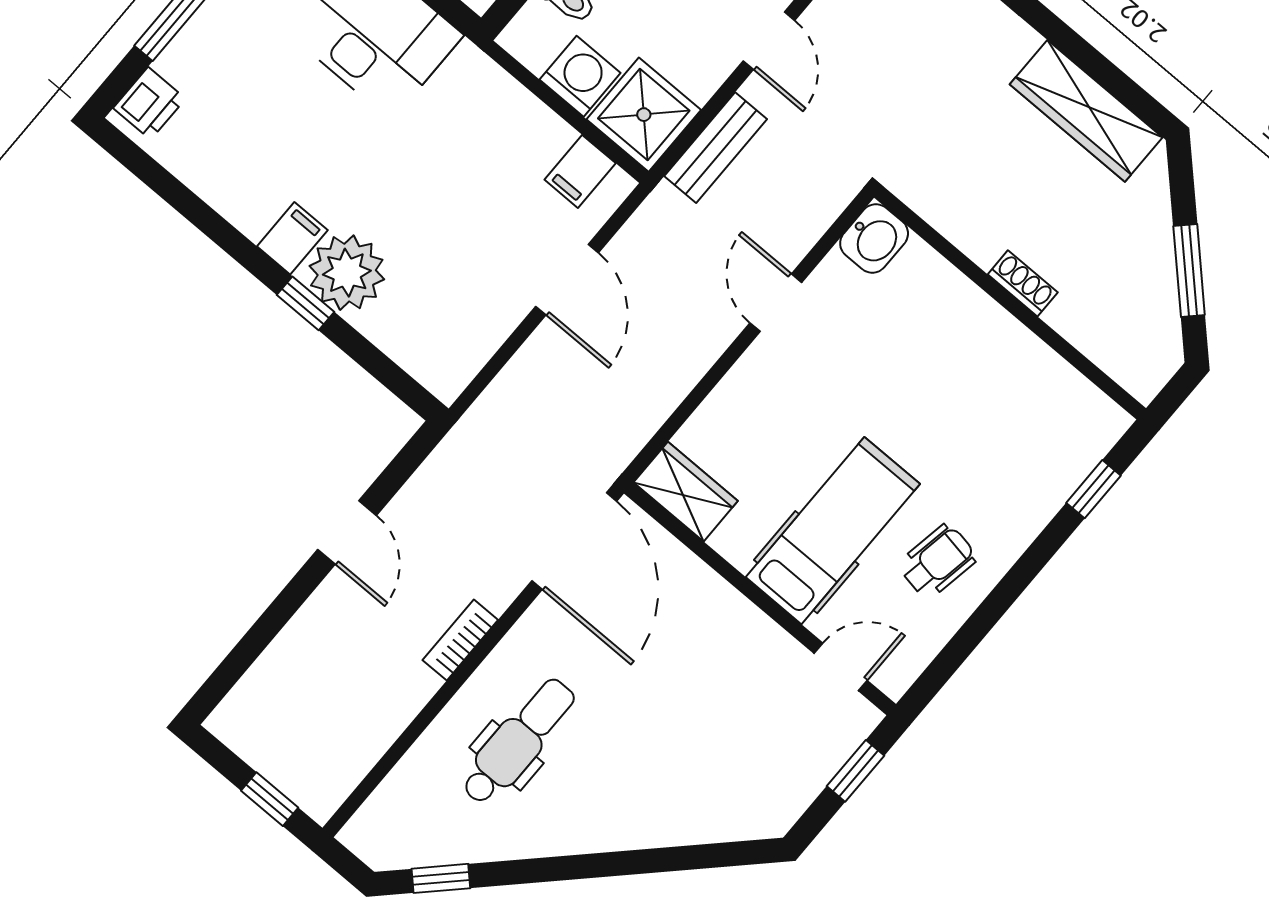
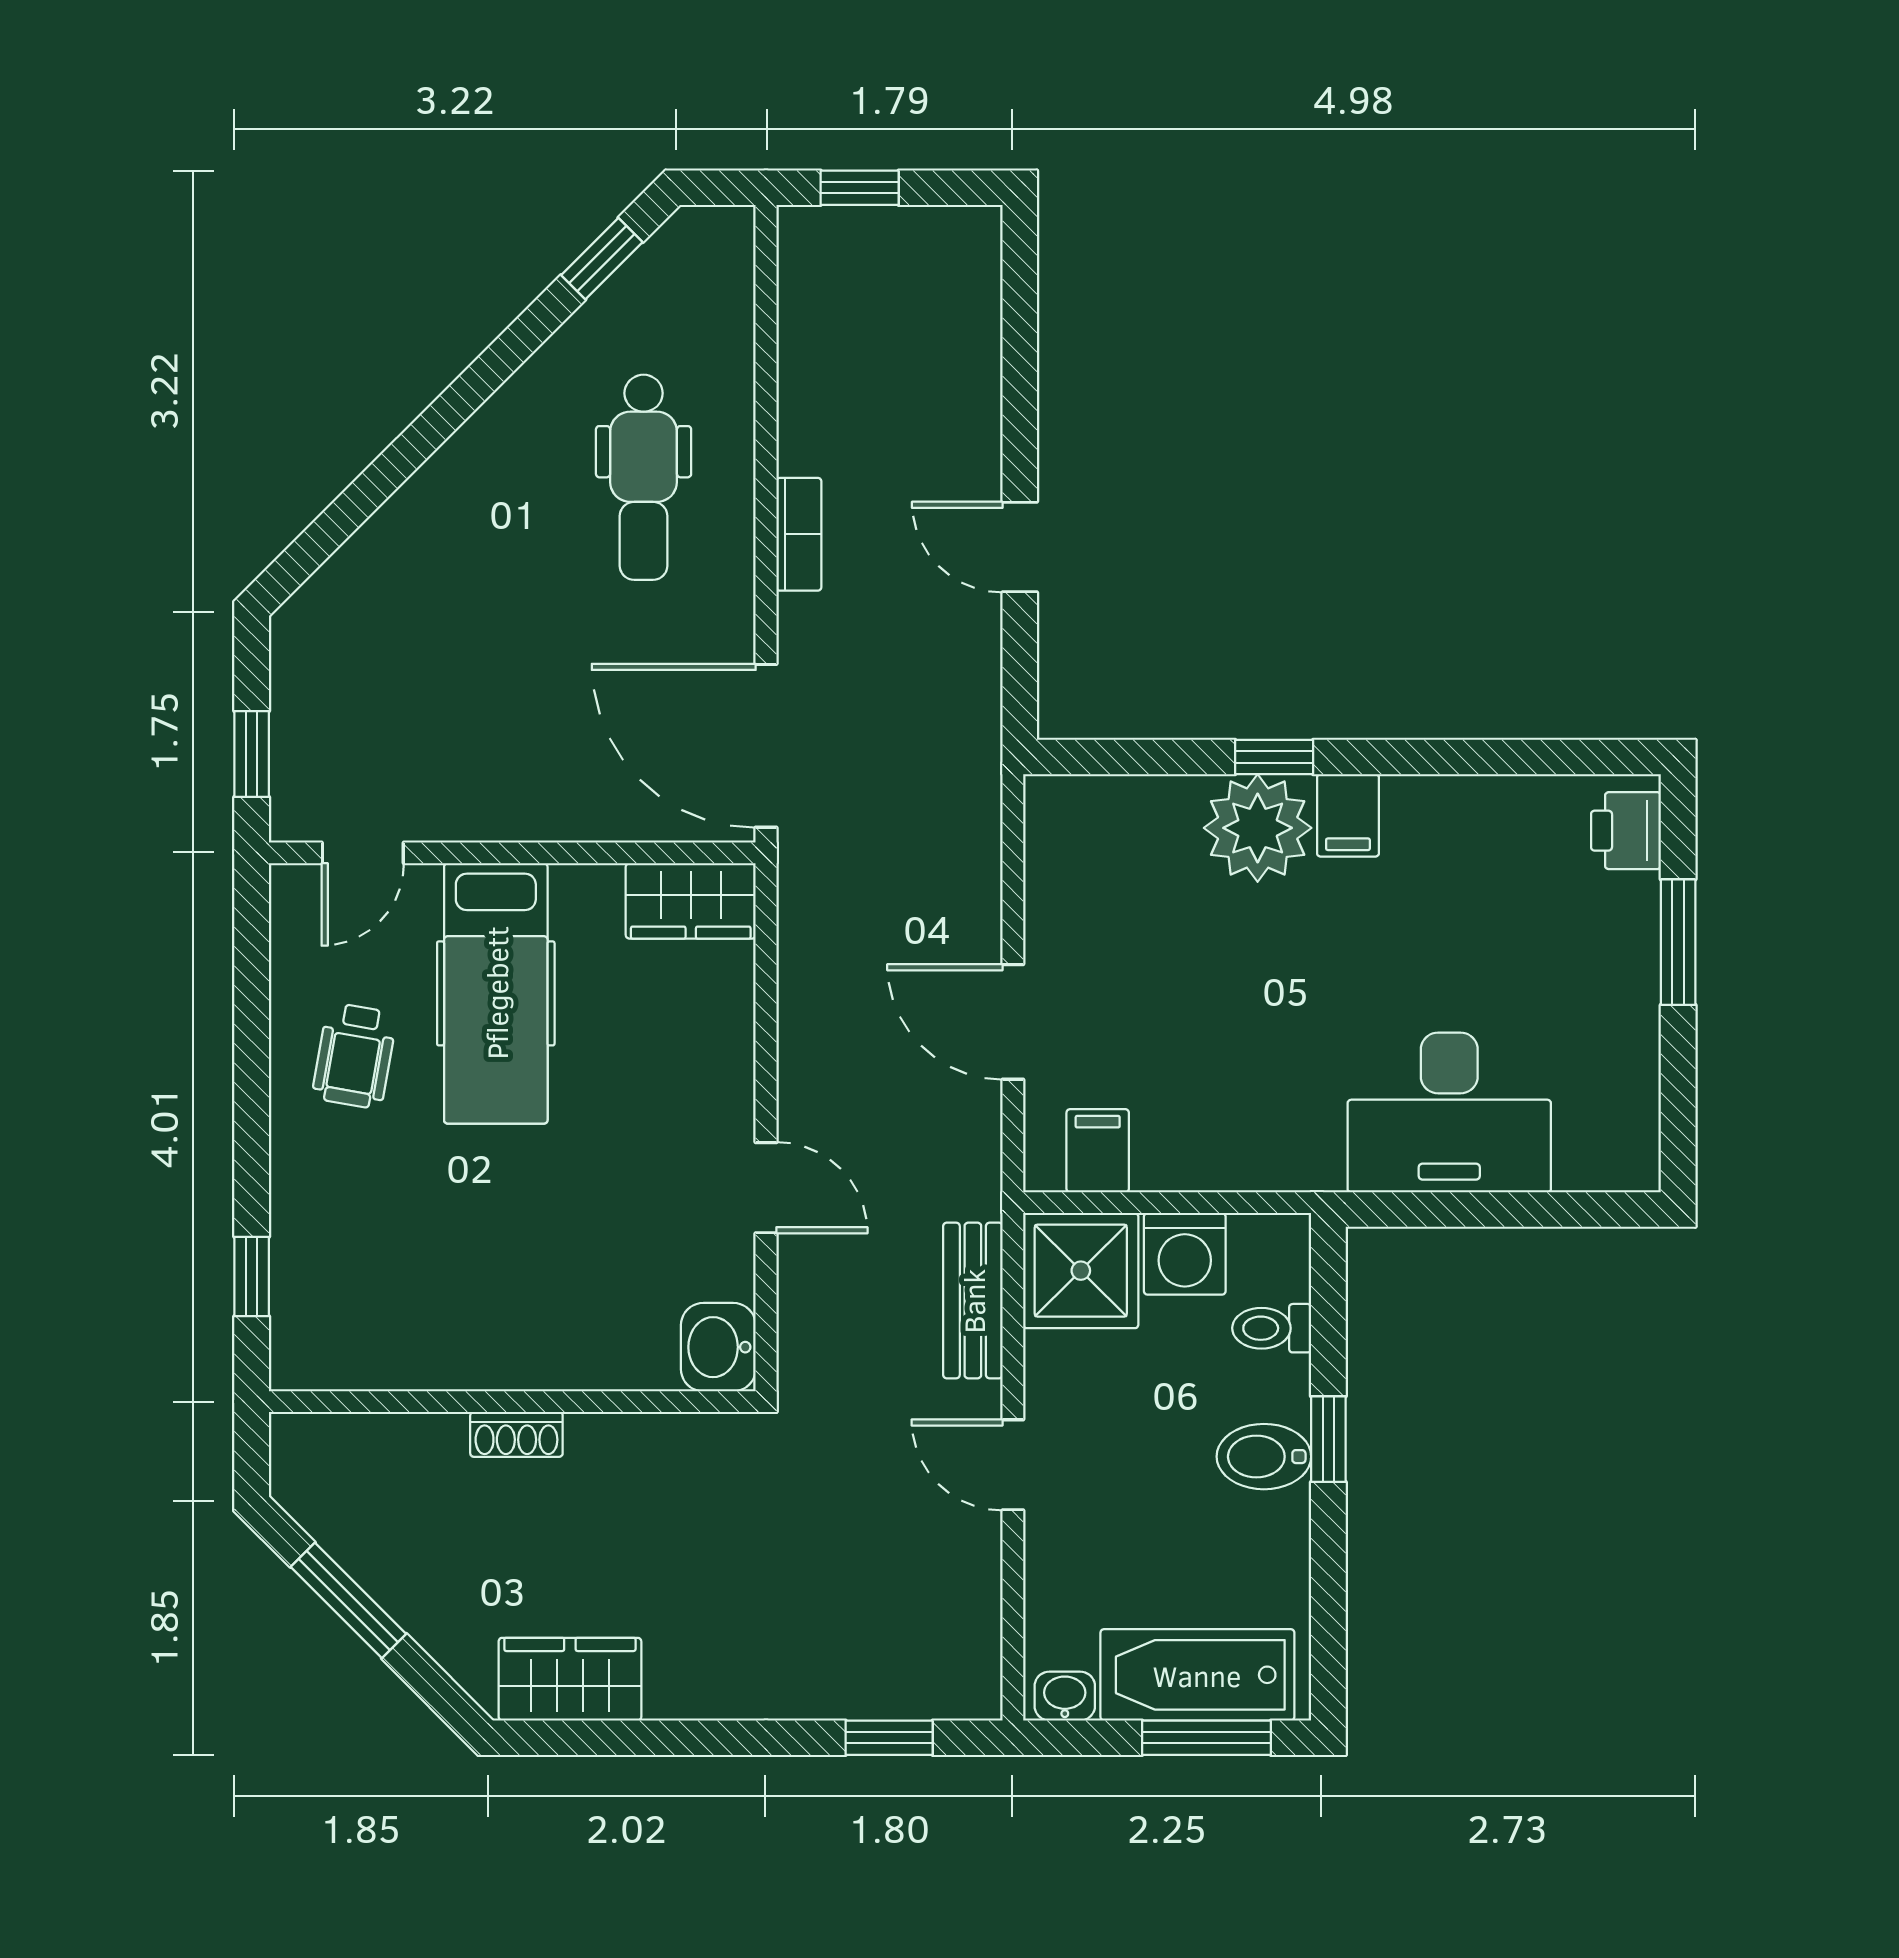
wardrobe: (1086, 111) -> (570, 1679), width x0.67

